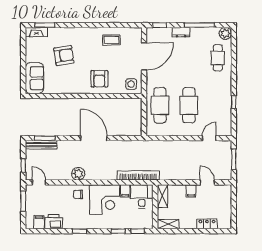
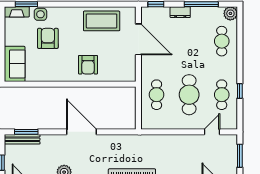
coffee table: (111, 40) -> (102, 21), width x1.86, depth x1.72
armchair: (64, 55) -> (48, 38), turned -81
door: (144, 56) -> (138, 39), hinge flipped
side table: (131, 84) -> (40, 14), moved
cafe table: (160, 105) -> (157, 95), width x0.73, depth x0.74
cafe table: (218, 105) -> (222, 95), added

